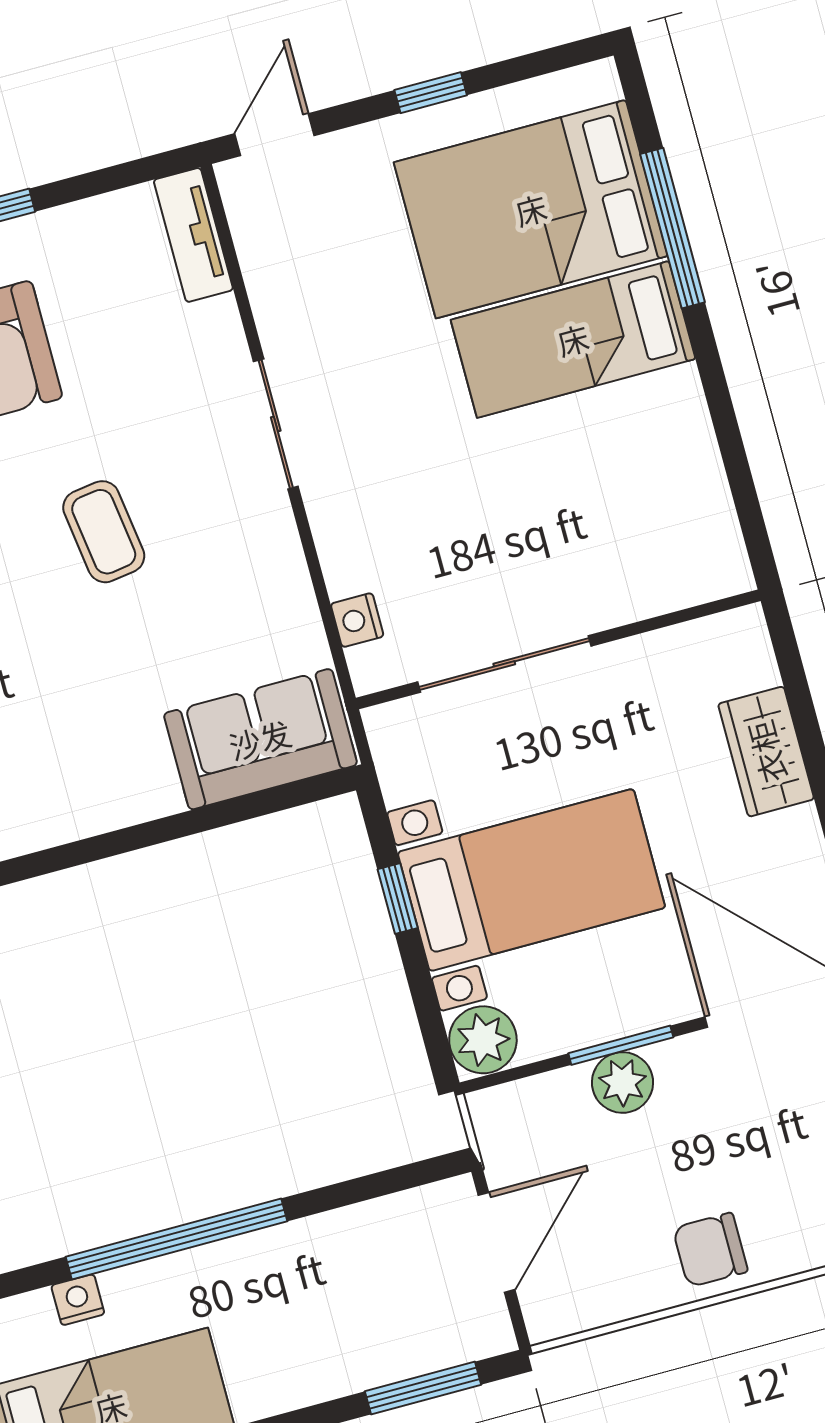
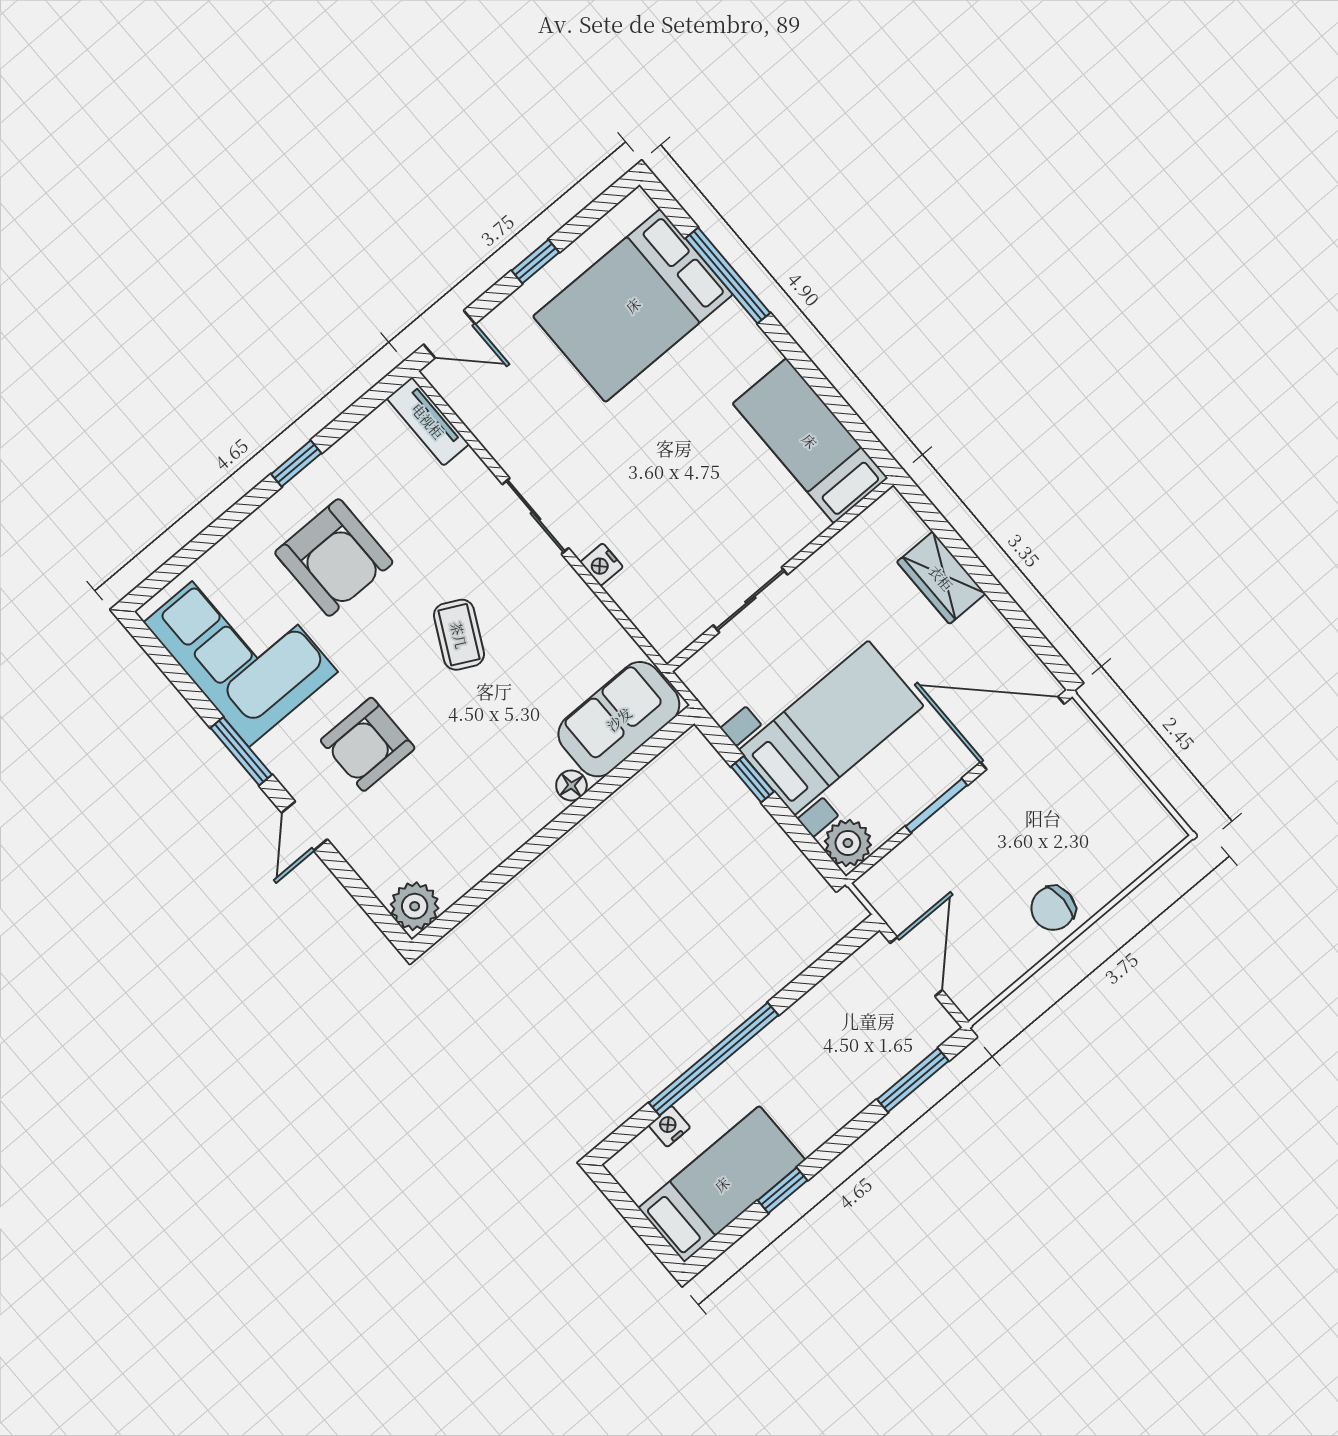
door: (274, 135) -> (449, 334), swing flipped
bed: (573, 339) -> (810, 441), moved, turned 90
coffee table: (104, 532) -> (459, 635), turned 35
nightstand: (357, 620) -> (602, 565), moved
sliding door: (504, 664) -> (750, 600), width x0.73
floor lamp: (158, 796) -> (571, 785), added
plant: (623, 1082) -> (948, 829), removed

